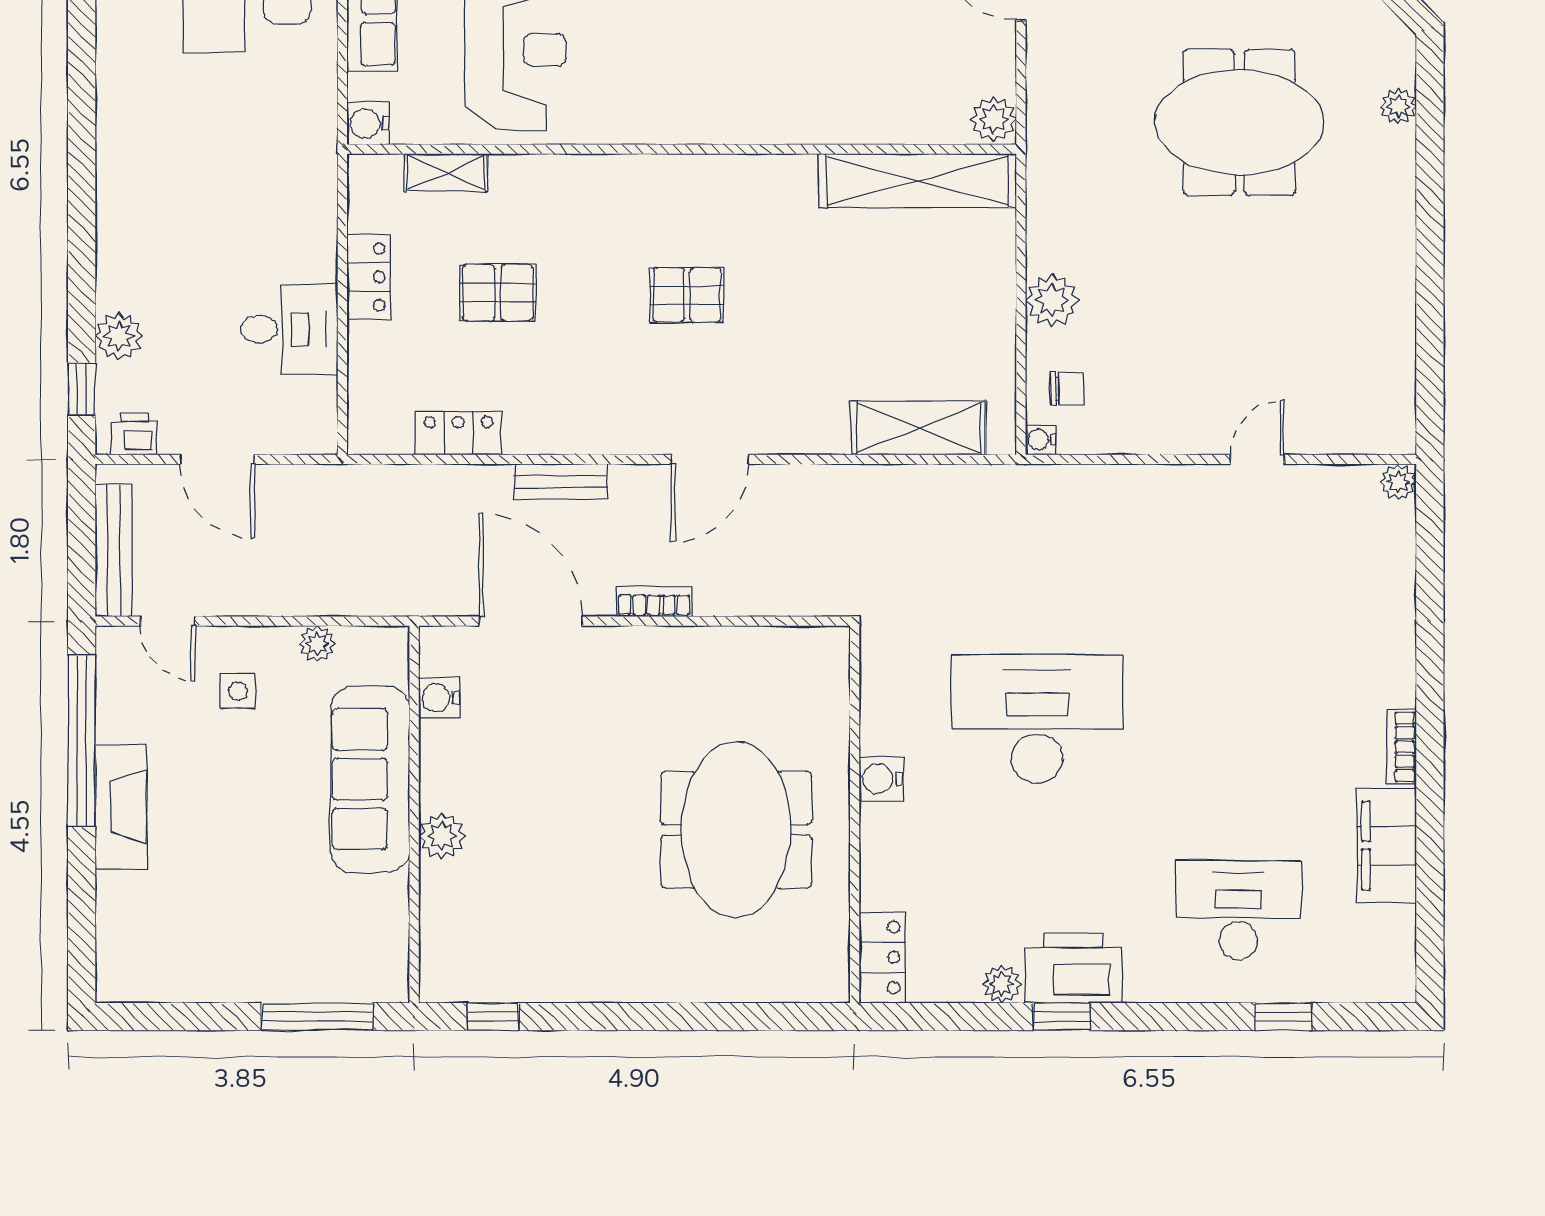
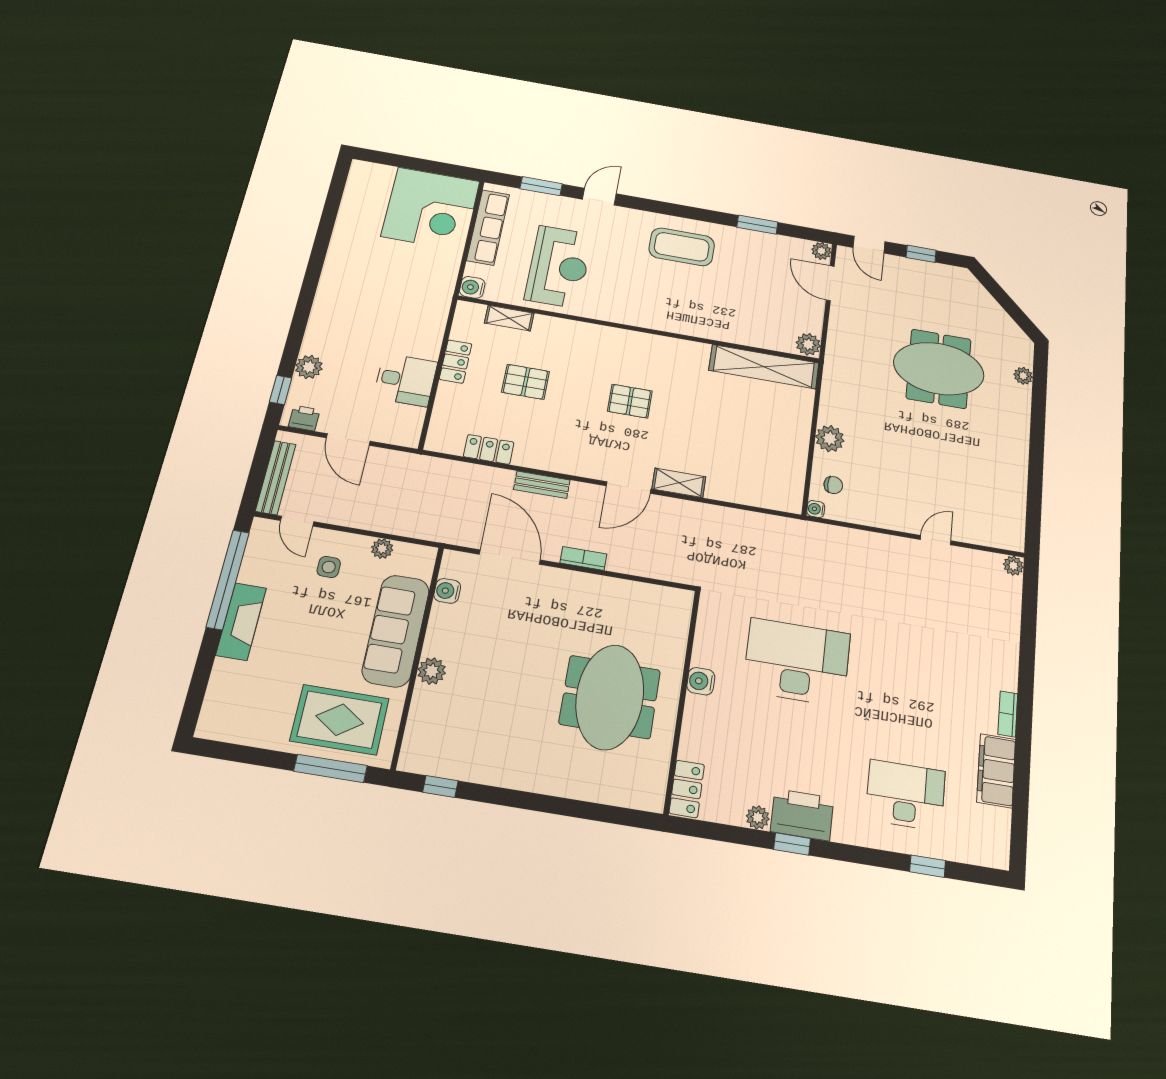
shelving: (918, 428) -> (679, 483), moved, width x0.67, depth x0.75
rug: (314, 938) -> (340, 720), added

